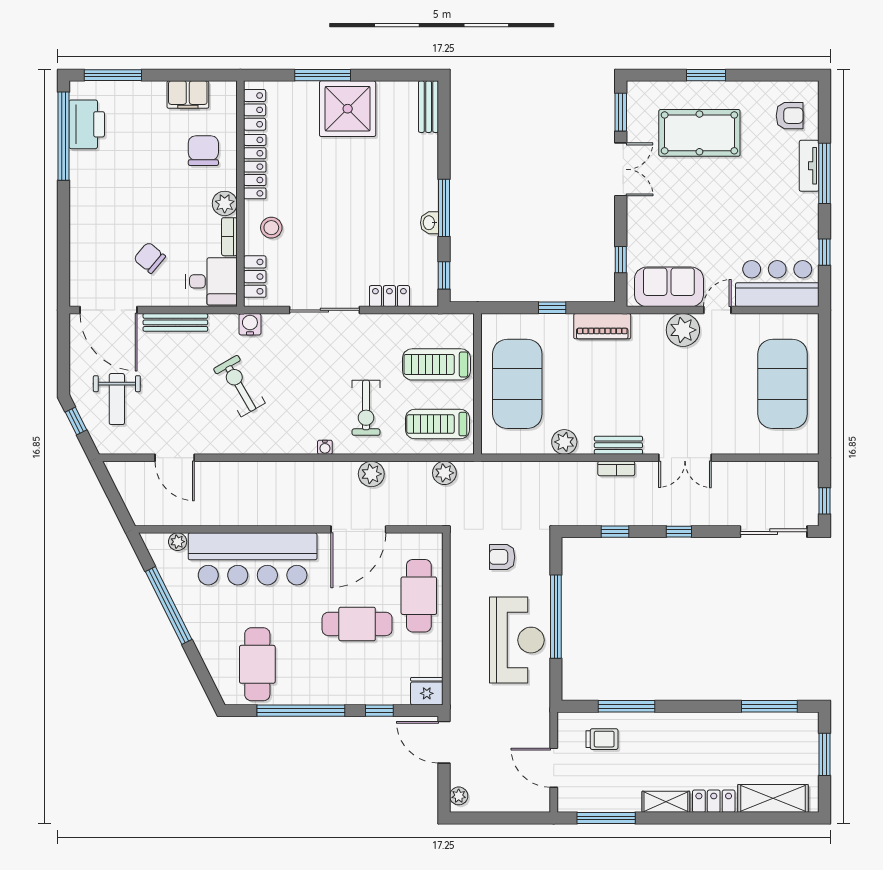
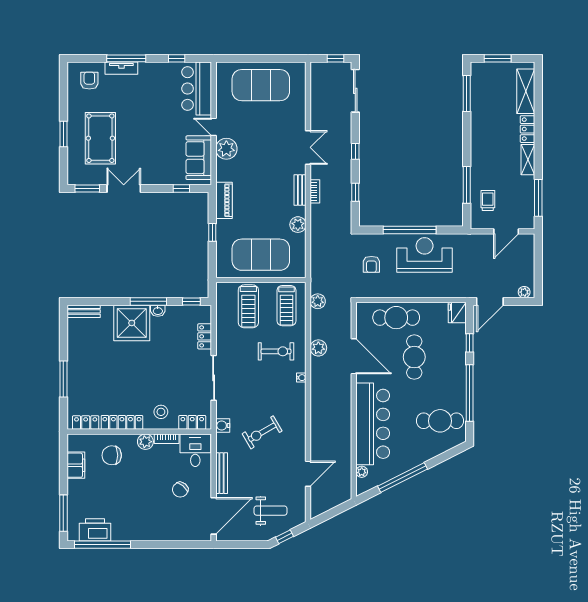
shower: (348, 109) -> (132, 323), moved

